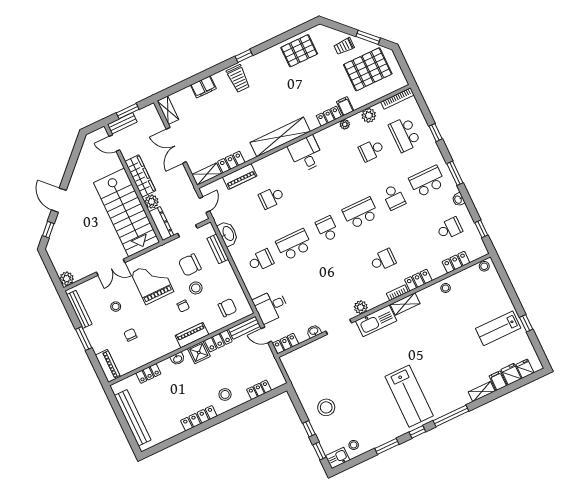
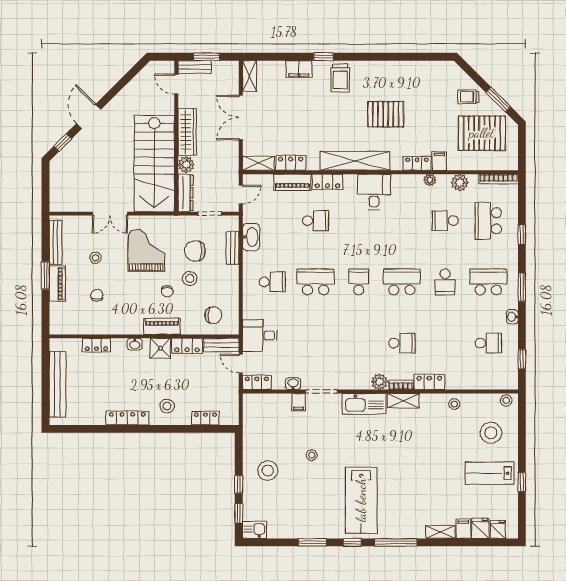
pallet: (299, 51) -> (386, 114), moved
window: (244, 56) -> (324, 57), moved
school desk: (272, 198) -> (315, 221), turned 180
locker: (456, 262) -> (327, 182), moved, turned 180
plant: (67, 279) -> (58, 204), removed
stool: (484, 297) -> (491, 433), added
plant: (361, 307) -> (379, 382), moved
filing cabinet: (325, 343) -> (299, 402), added
piano: (108, 366) -> (57, 284), moved
stool: (354, 445) -> (312, 455), moved

